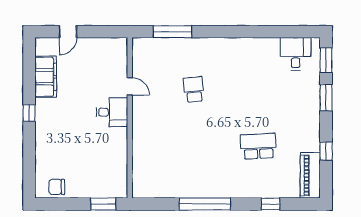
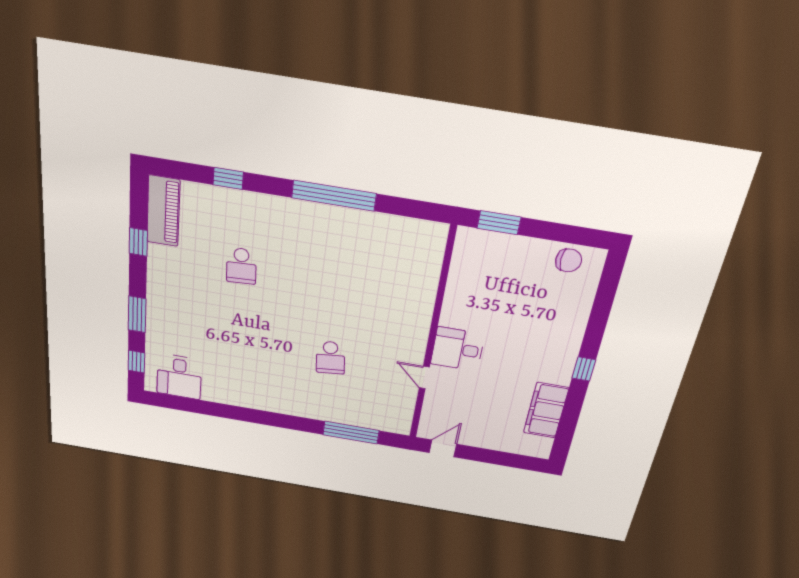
door: (68, 32) -> (443, 448), moved
window: (326, 60) -> (136, 362), width x0.67
school desk: (258, 146) -> (241, 266), width x0.54

